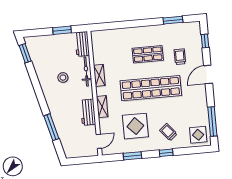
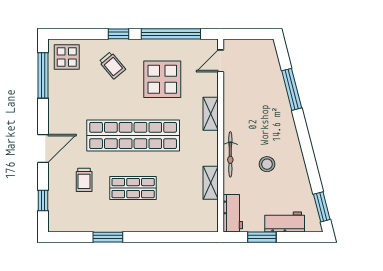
window: (173, 20) -> (108, 237), moved
bicycle: (86, 72) -> (230, 154), moved
shelving: (99, 75) -> (211, 183), moved
workbench: (88, 112) -> (285, 222), moved, turned -90
window: (132, 156) -> (171, 34), width x2.11

